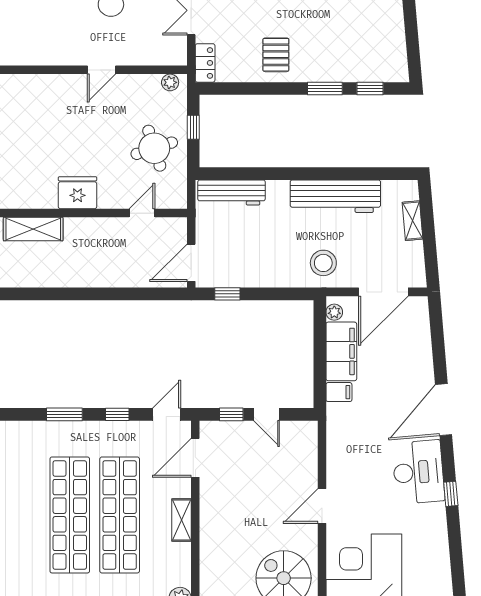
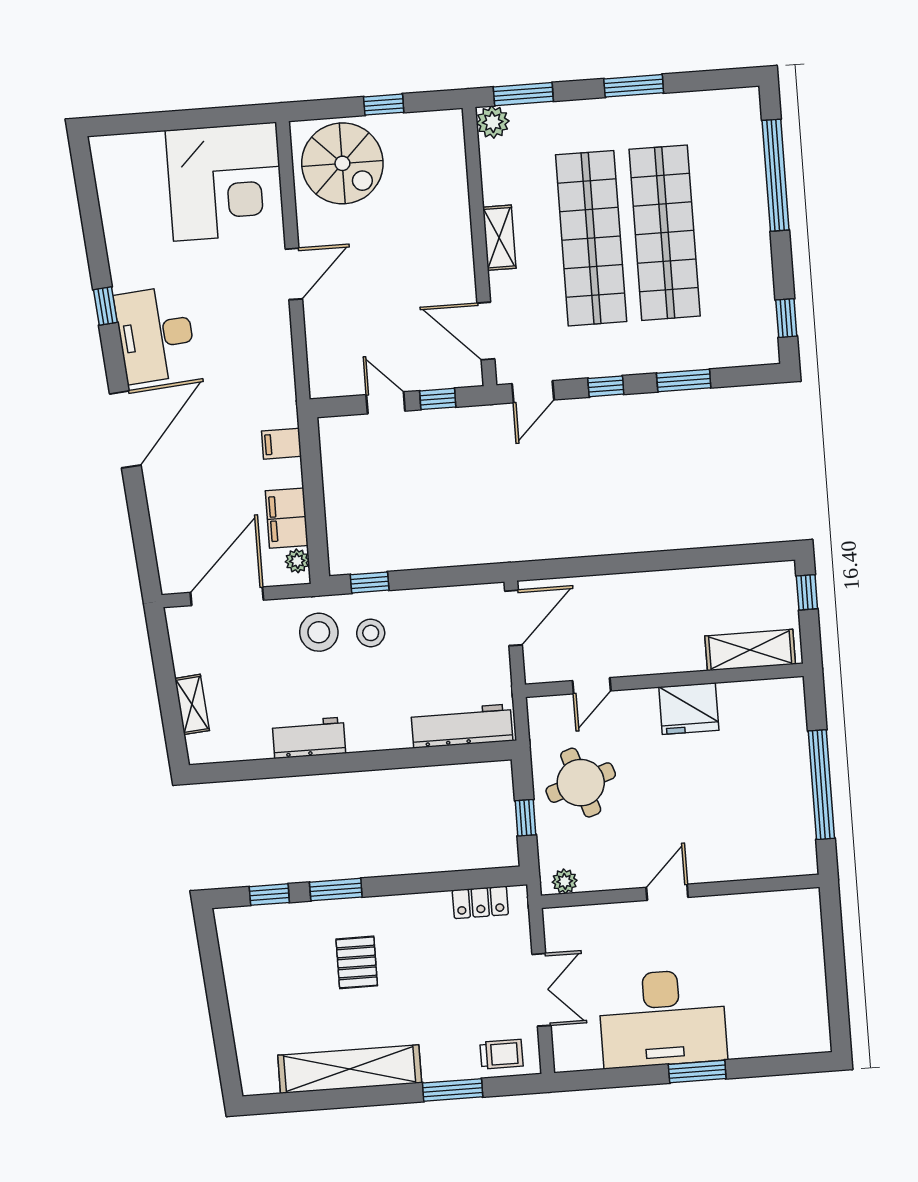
pallet: (276, 55) -> (357, 962), moved
locker: (205, 63) -> (480, 902), moved, turned -90
workbench: (335, 196) -> (309, 738), width x0.53, depth x0.76
stool: (288, 260) -> (371, 633), added
window: (227, 294) -> (370, 582), moved
filing cabinet: (341, 351) -> (287, 518), width x0.67, depth x0.86
door: (195, 458) -> (486, 331), swing flipped

